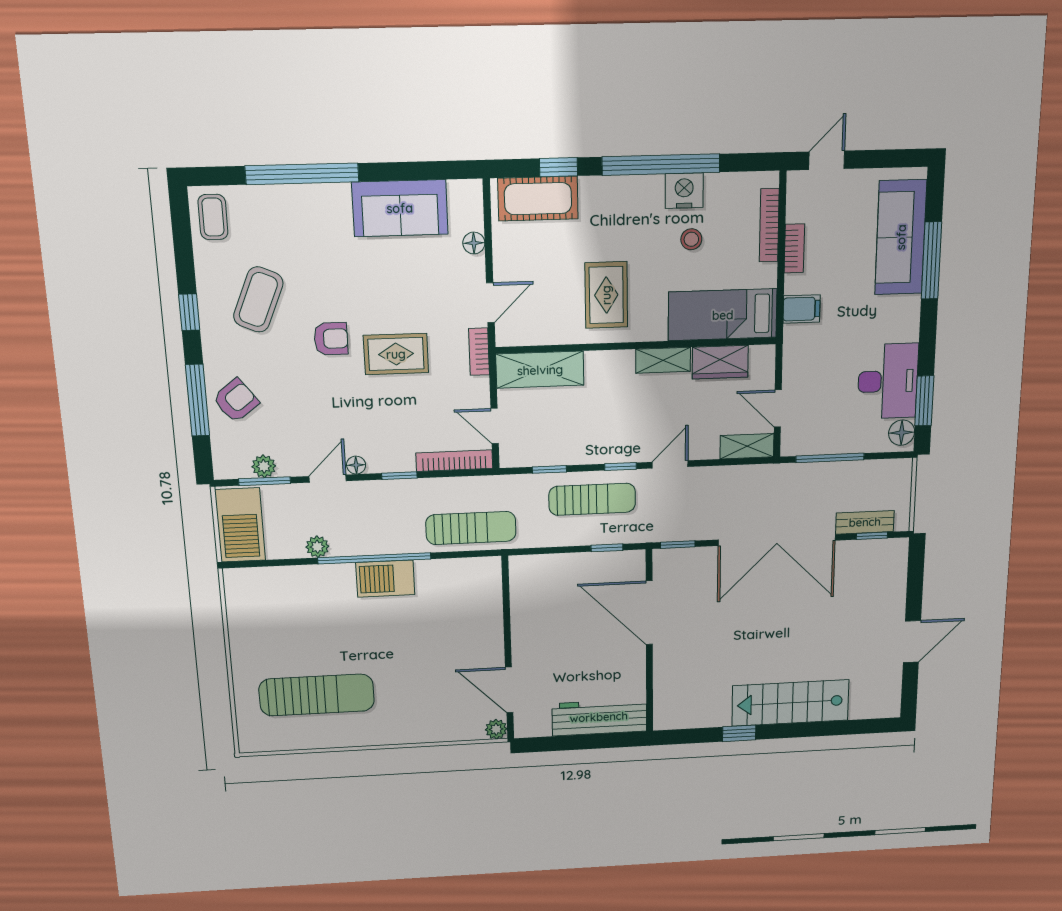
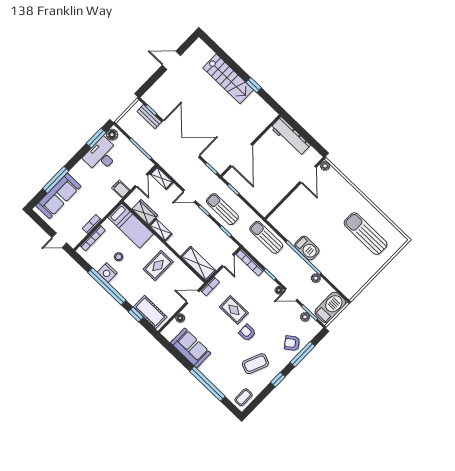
filing cabinet: (802, 309) -> (121, 189), moved

